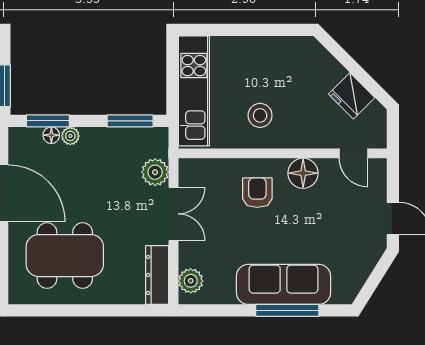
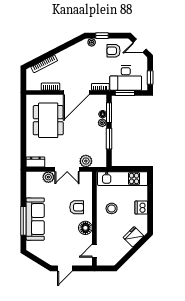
dishwasher: (258, 50) -> (141, 208), added
fridge: (352, 96) -> (133, 237), moved
window: (130, 121) -> (109, 139), moved
dresser: (157, 275) -> (35, 162), width x0.70
plant: (191, 281) -> (48, 177), moved

